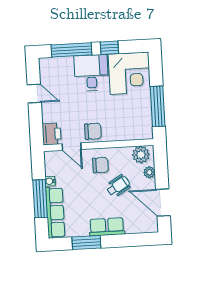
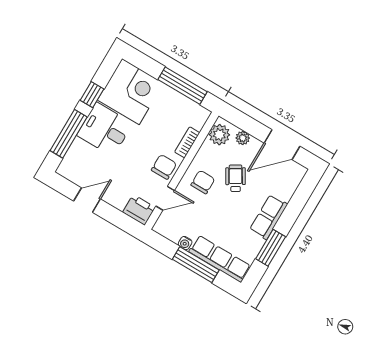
bookcase: (121, 136) -> (187, 142), added

